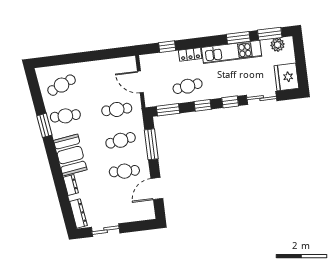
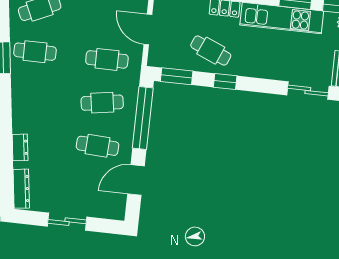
cafe table: (188, 86) -> (211, 51), turned 30
window: (230, 102) -> (264, 86), removed
window: (151, 144) -> (143, 118), width x1.46
booth: (70, 155) -> (29, 107), removed
sliding door: (106, 230) -> (67, 222), moved

